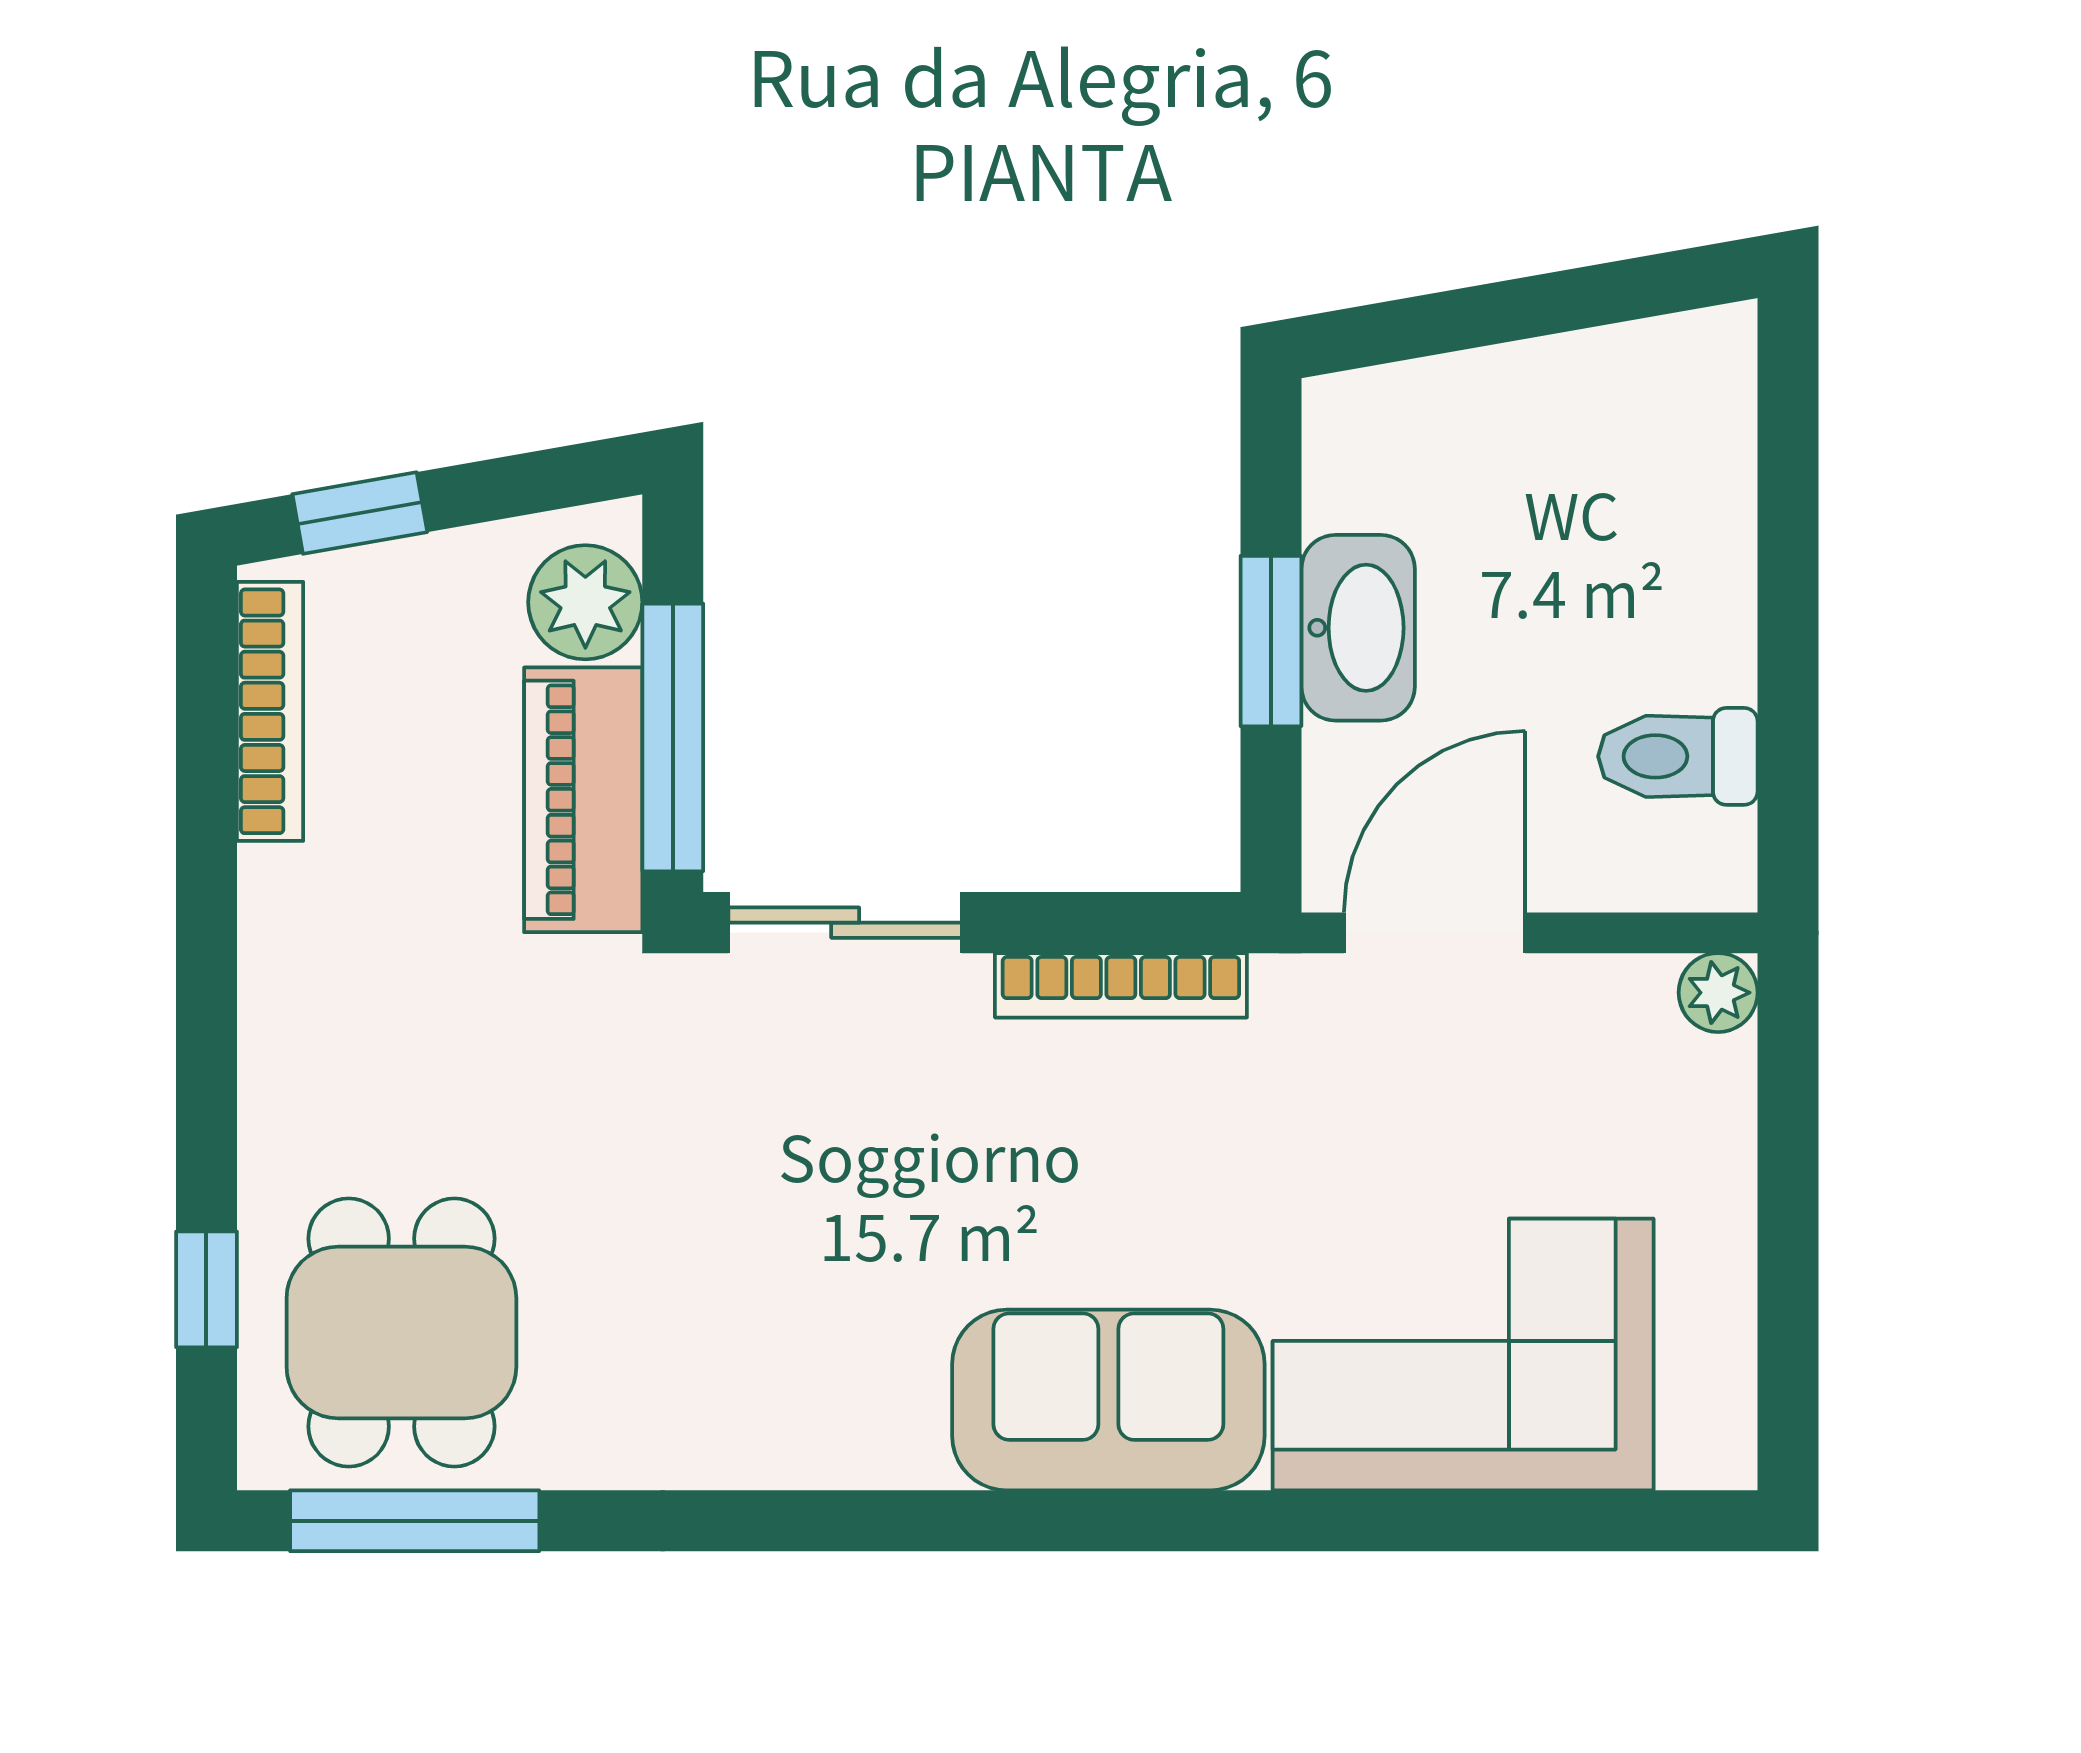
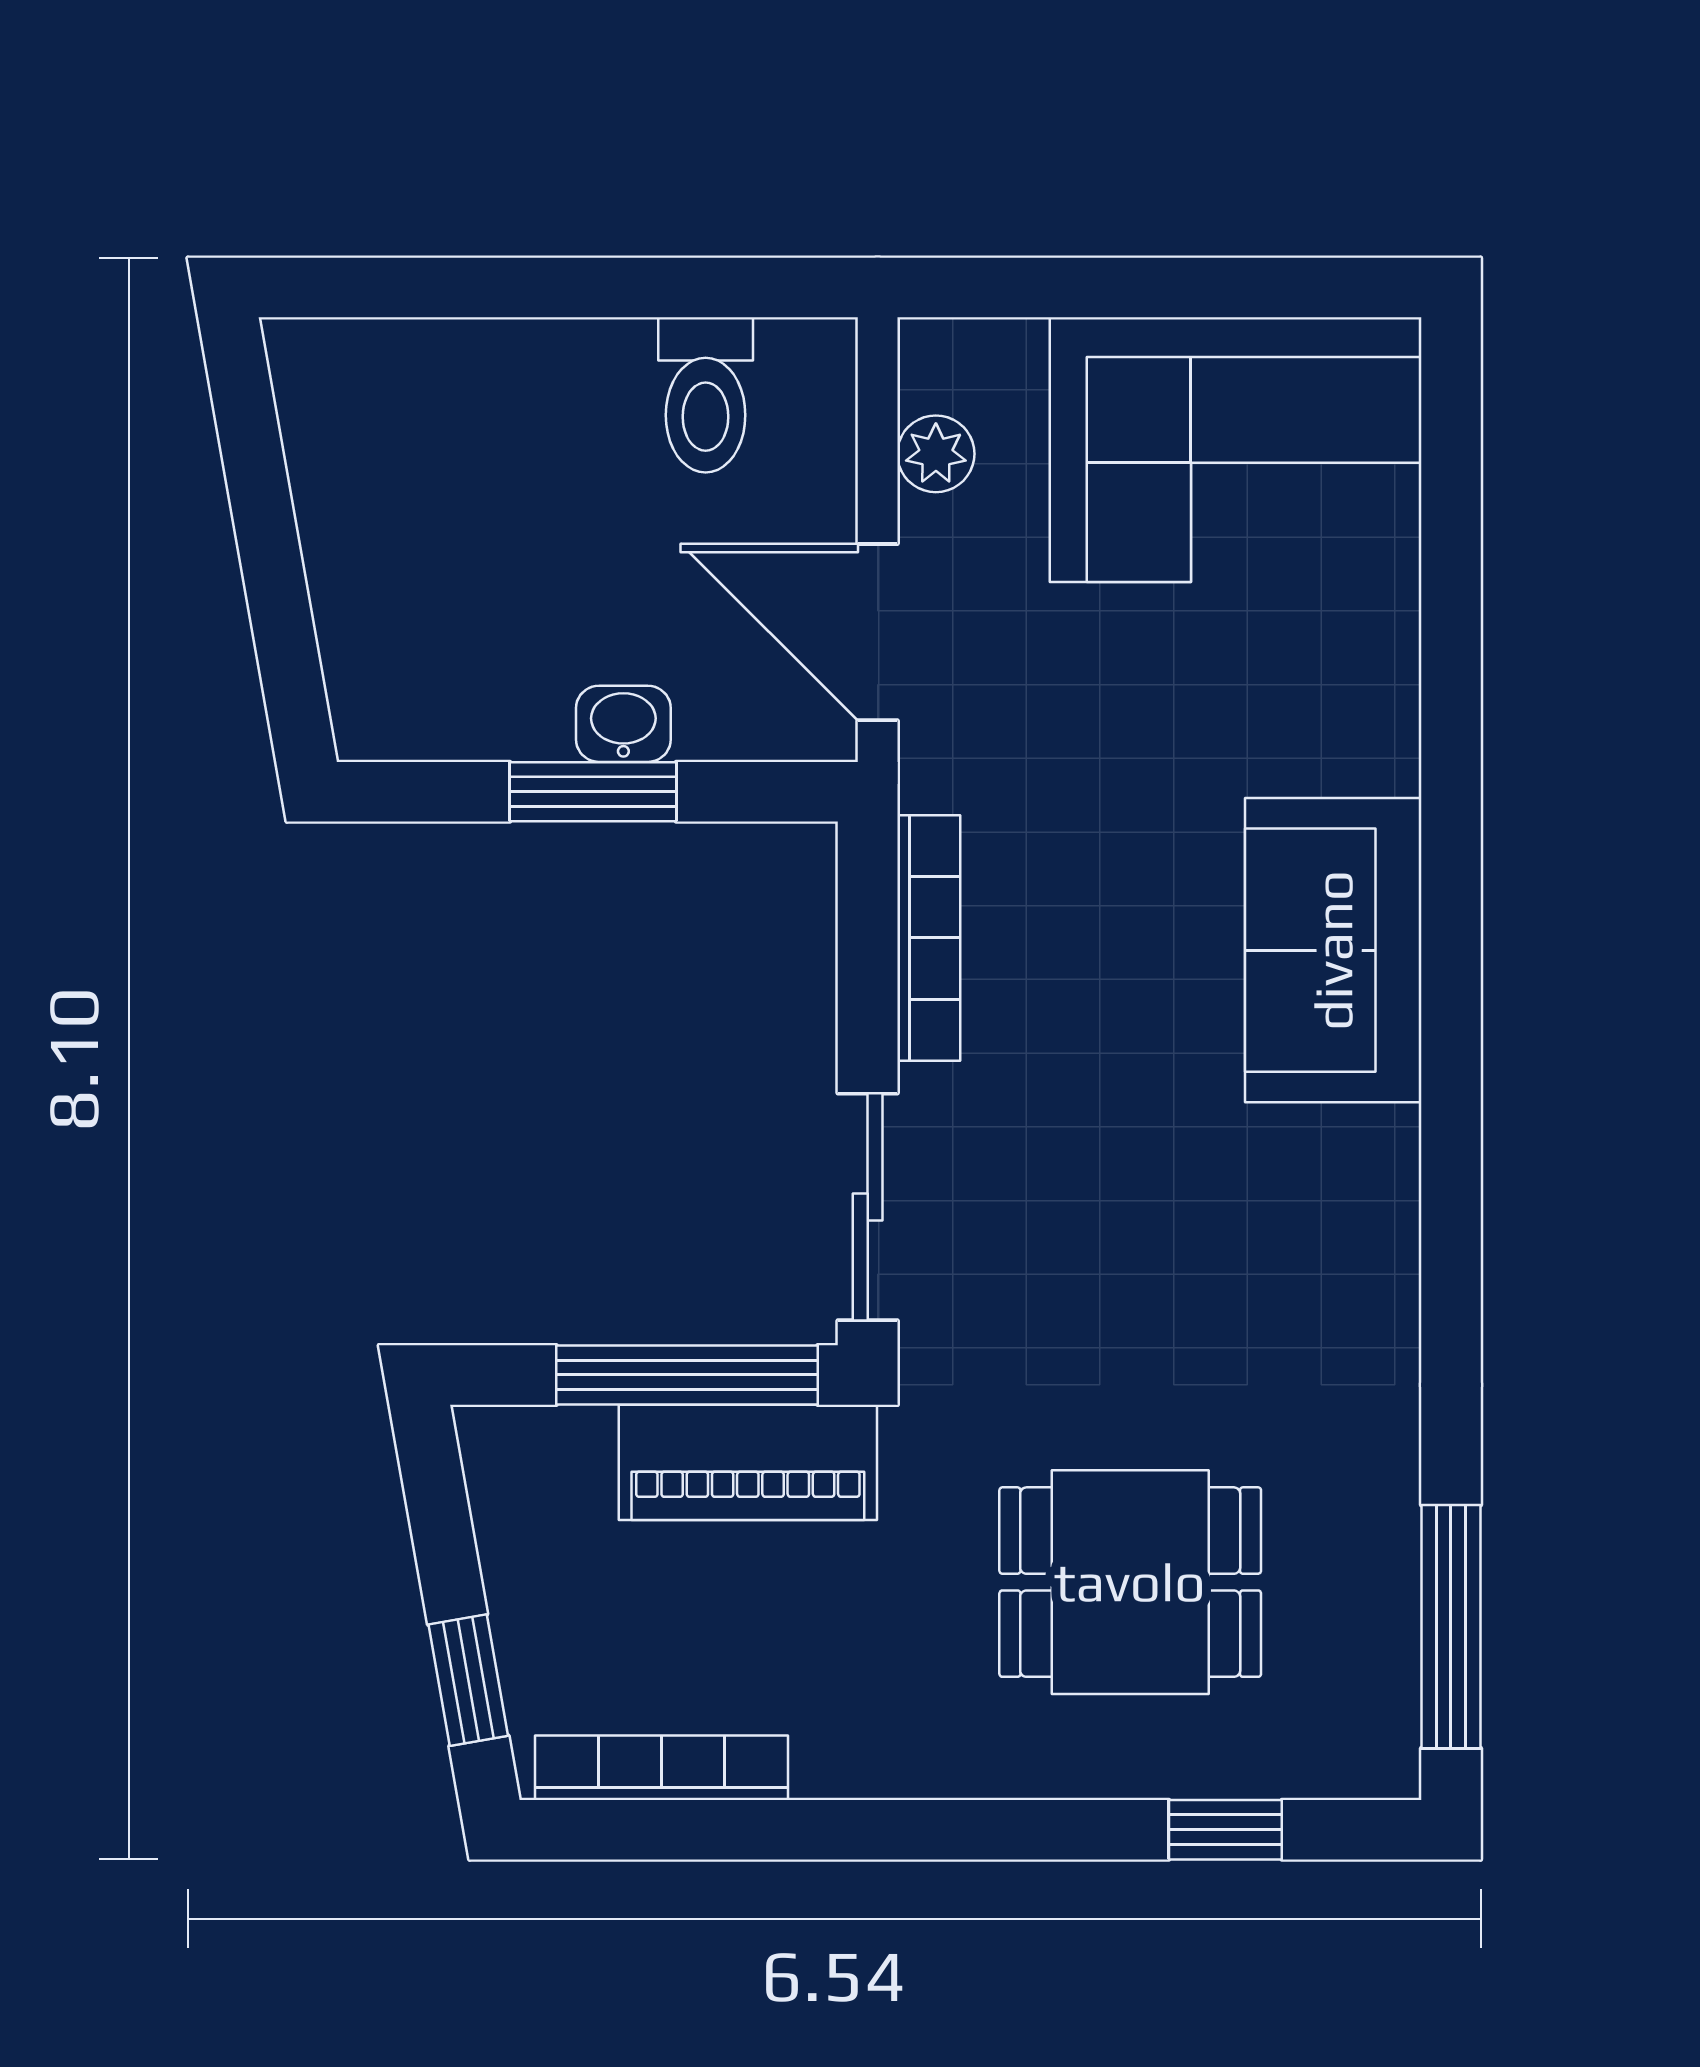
plant: (585, 602) -> (555, 1460), removed
washbasin: (1358, 628) -> (623, 724), width x0.52, depth x0.69
plant: (1718, 993) -> (936, 454), moved
dining table: (401, 1332) -> (1130, 1582), moved
corner sofa: (1463, 1354) -> (1236, 450), moved, turned -90

